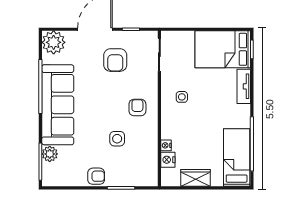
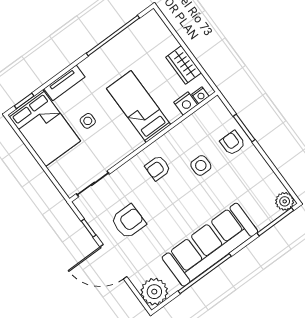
side table: (182, 97) -> (88, 121), moved
nightstand: (166, 145) -> (200, 95), moved
plant: (50, 154) -> (285, 201), moved
bed: (237, 157) -> (139, 106), moved, turned 90
armchair: (96, 176) -> (233, 143), moved

